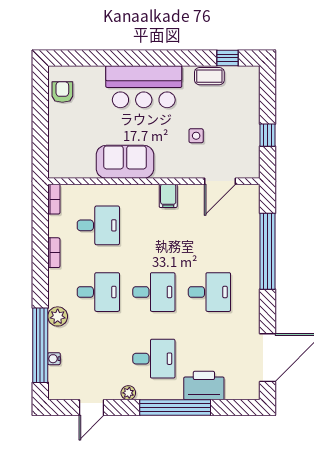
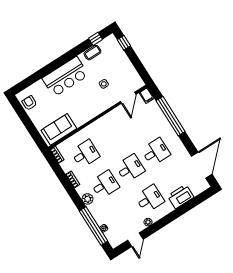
window: (268, 135) -> (124, 43), moved
sofa: (125, 162) -> (59, 129), moved
filing cabinet: (168, 196) -> (147, 95), moved
plant: (58, 316) -> (88, 199), moved
window: (175, 408) -> (174, 215), removed

